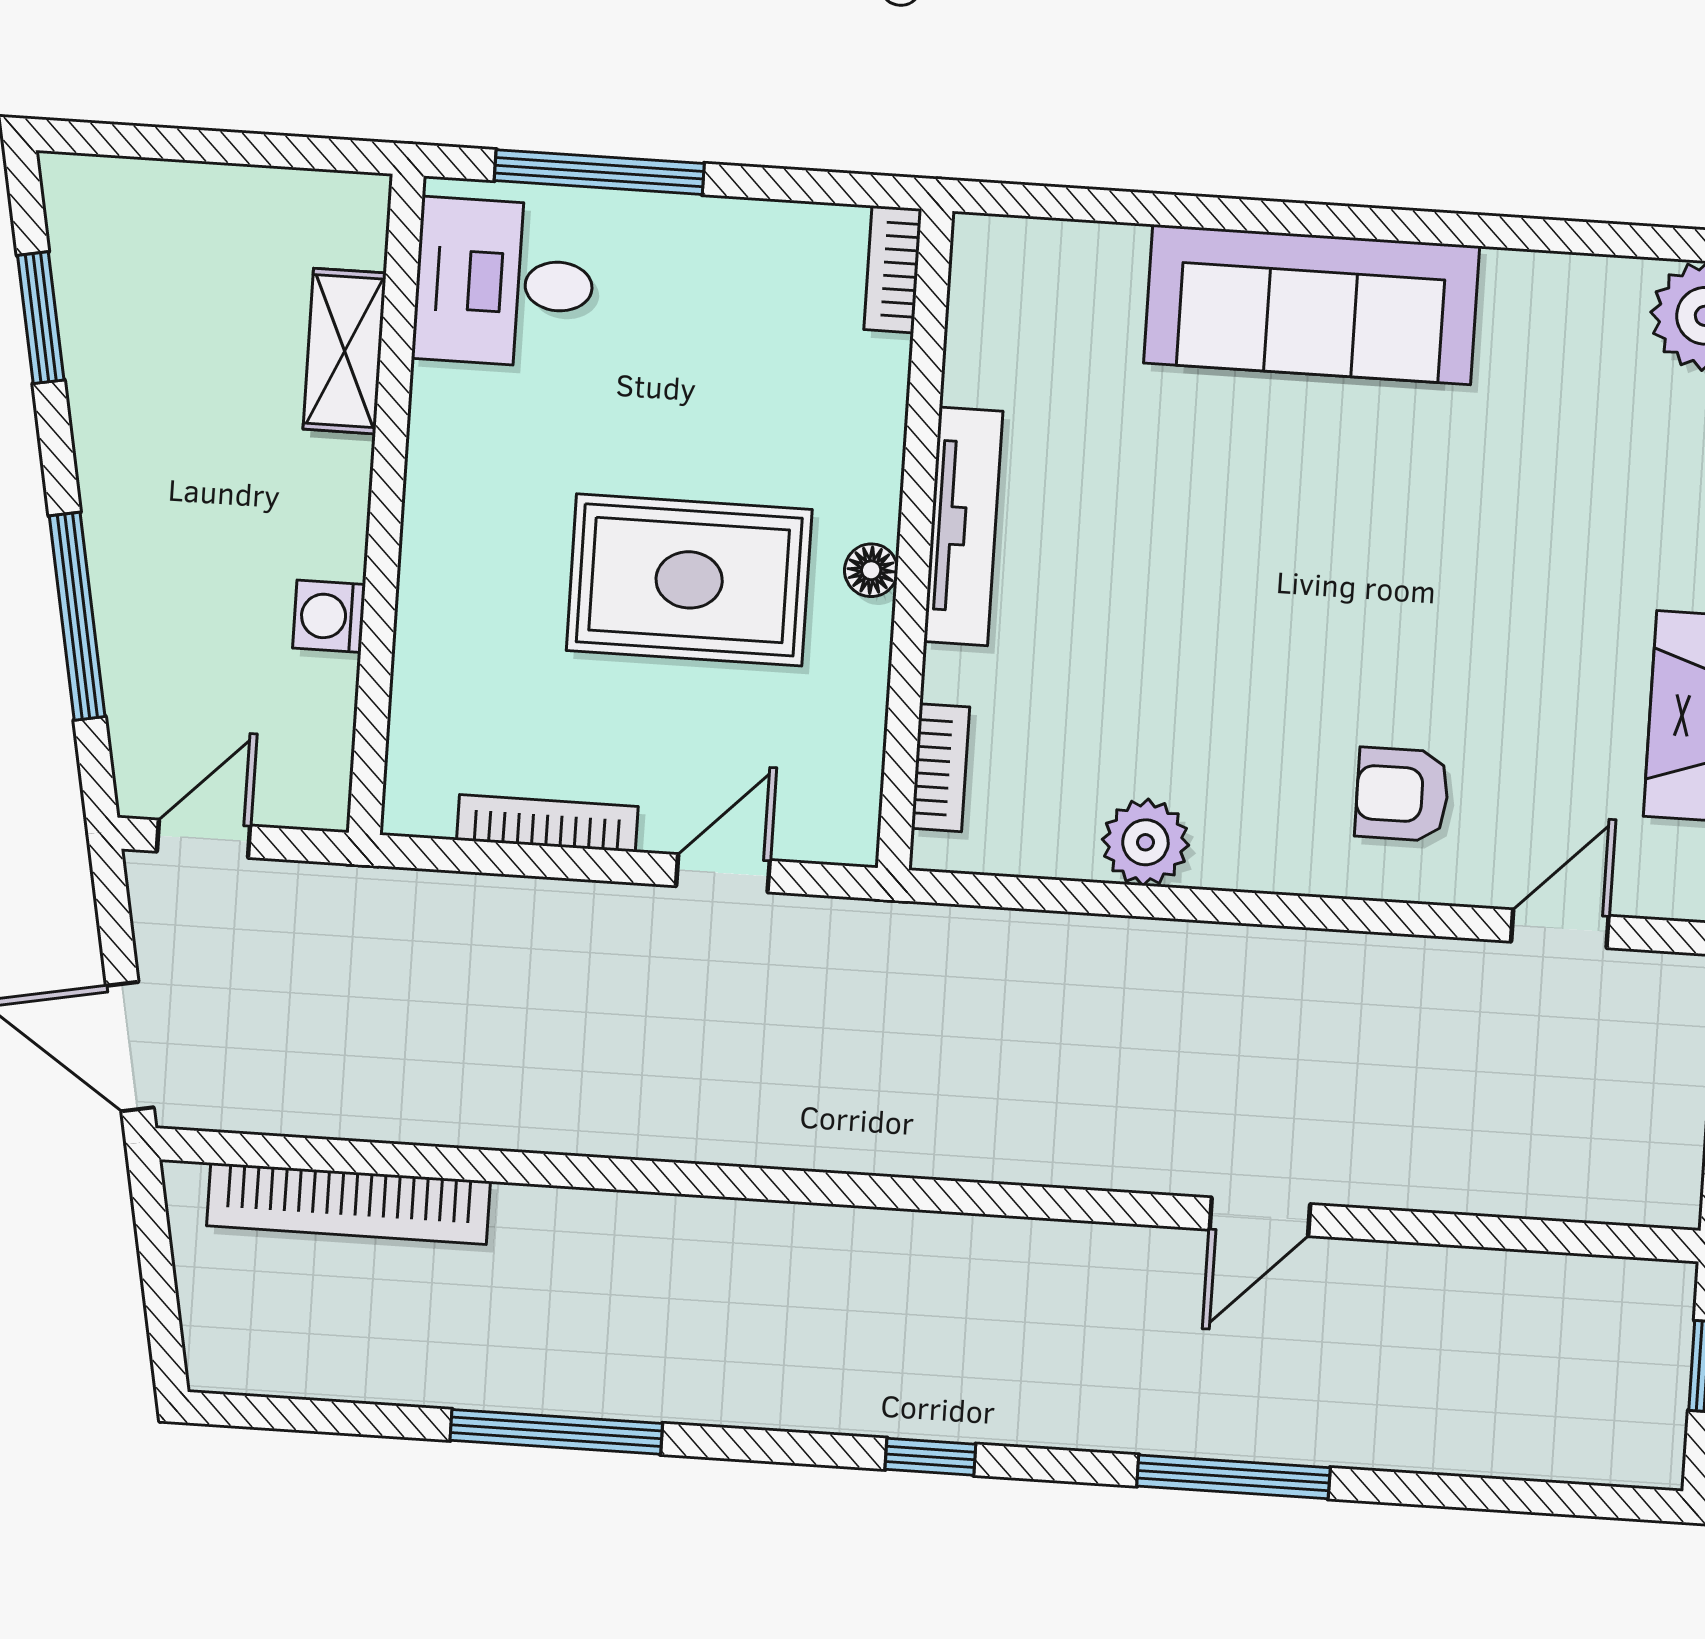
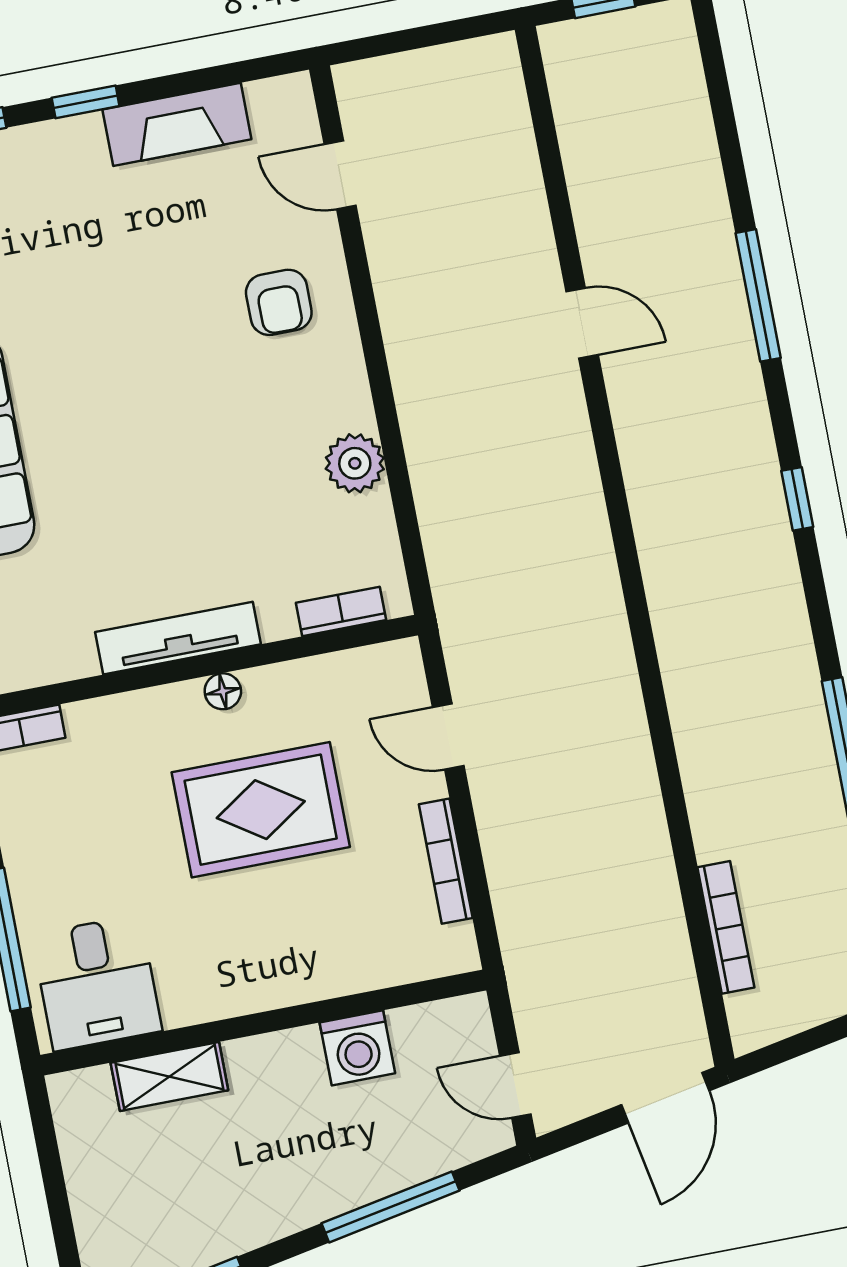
rug: (689, 580) -> (261, 810), turned 90
washing machine: (329, 616) -> (357, 1048), width x1.38, depth x1.38
bookcase: (348, 1204) -> (726, 927), width x0.68, depth x0.76

